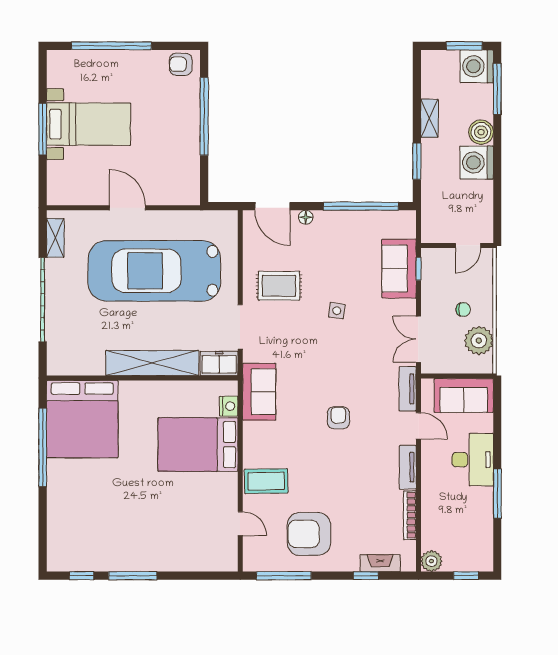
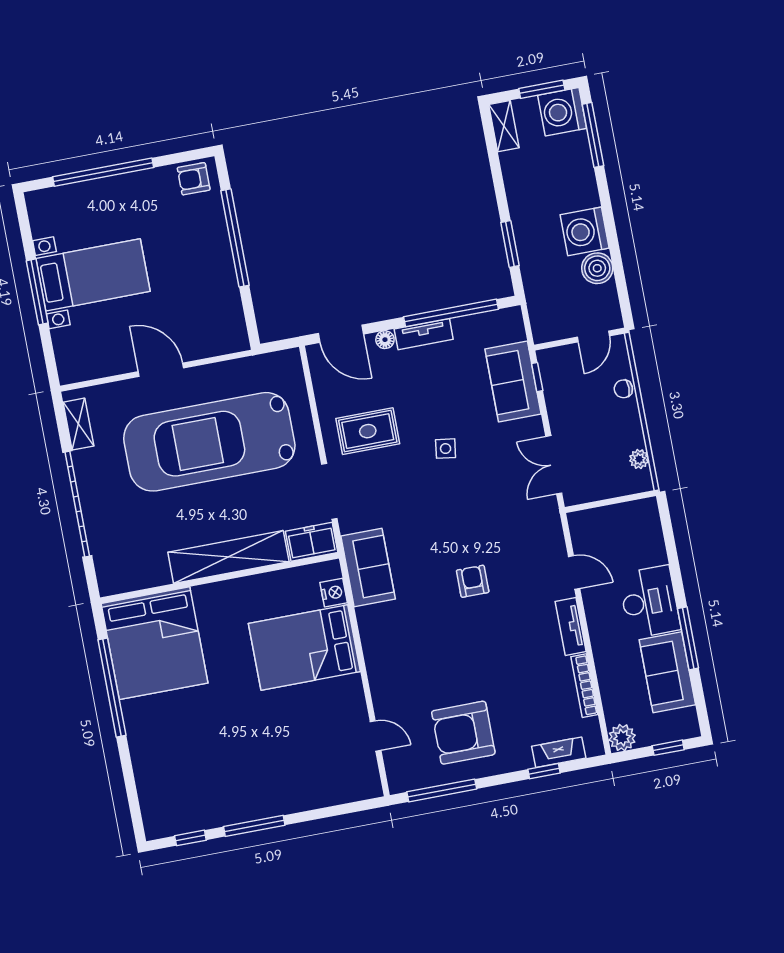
shelving: (429, 118) -> (504, 126), moved
boiler: (481, 132) -> (597, 268), moved
chair: (463, 309) -> (623, 389), moved, turned 180
plant: (479, 341) -> (639, 459), width x0.53, depth x0.53
tv unit: (408, 389) -> (424, 334), moved, turned -90
sofa: (464, 396) -> (667, 672), moved, turned 90
coffee table: (266, 481) -> (398, 677), removed

